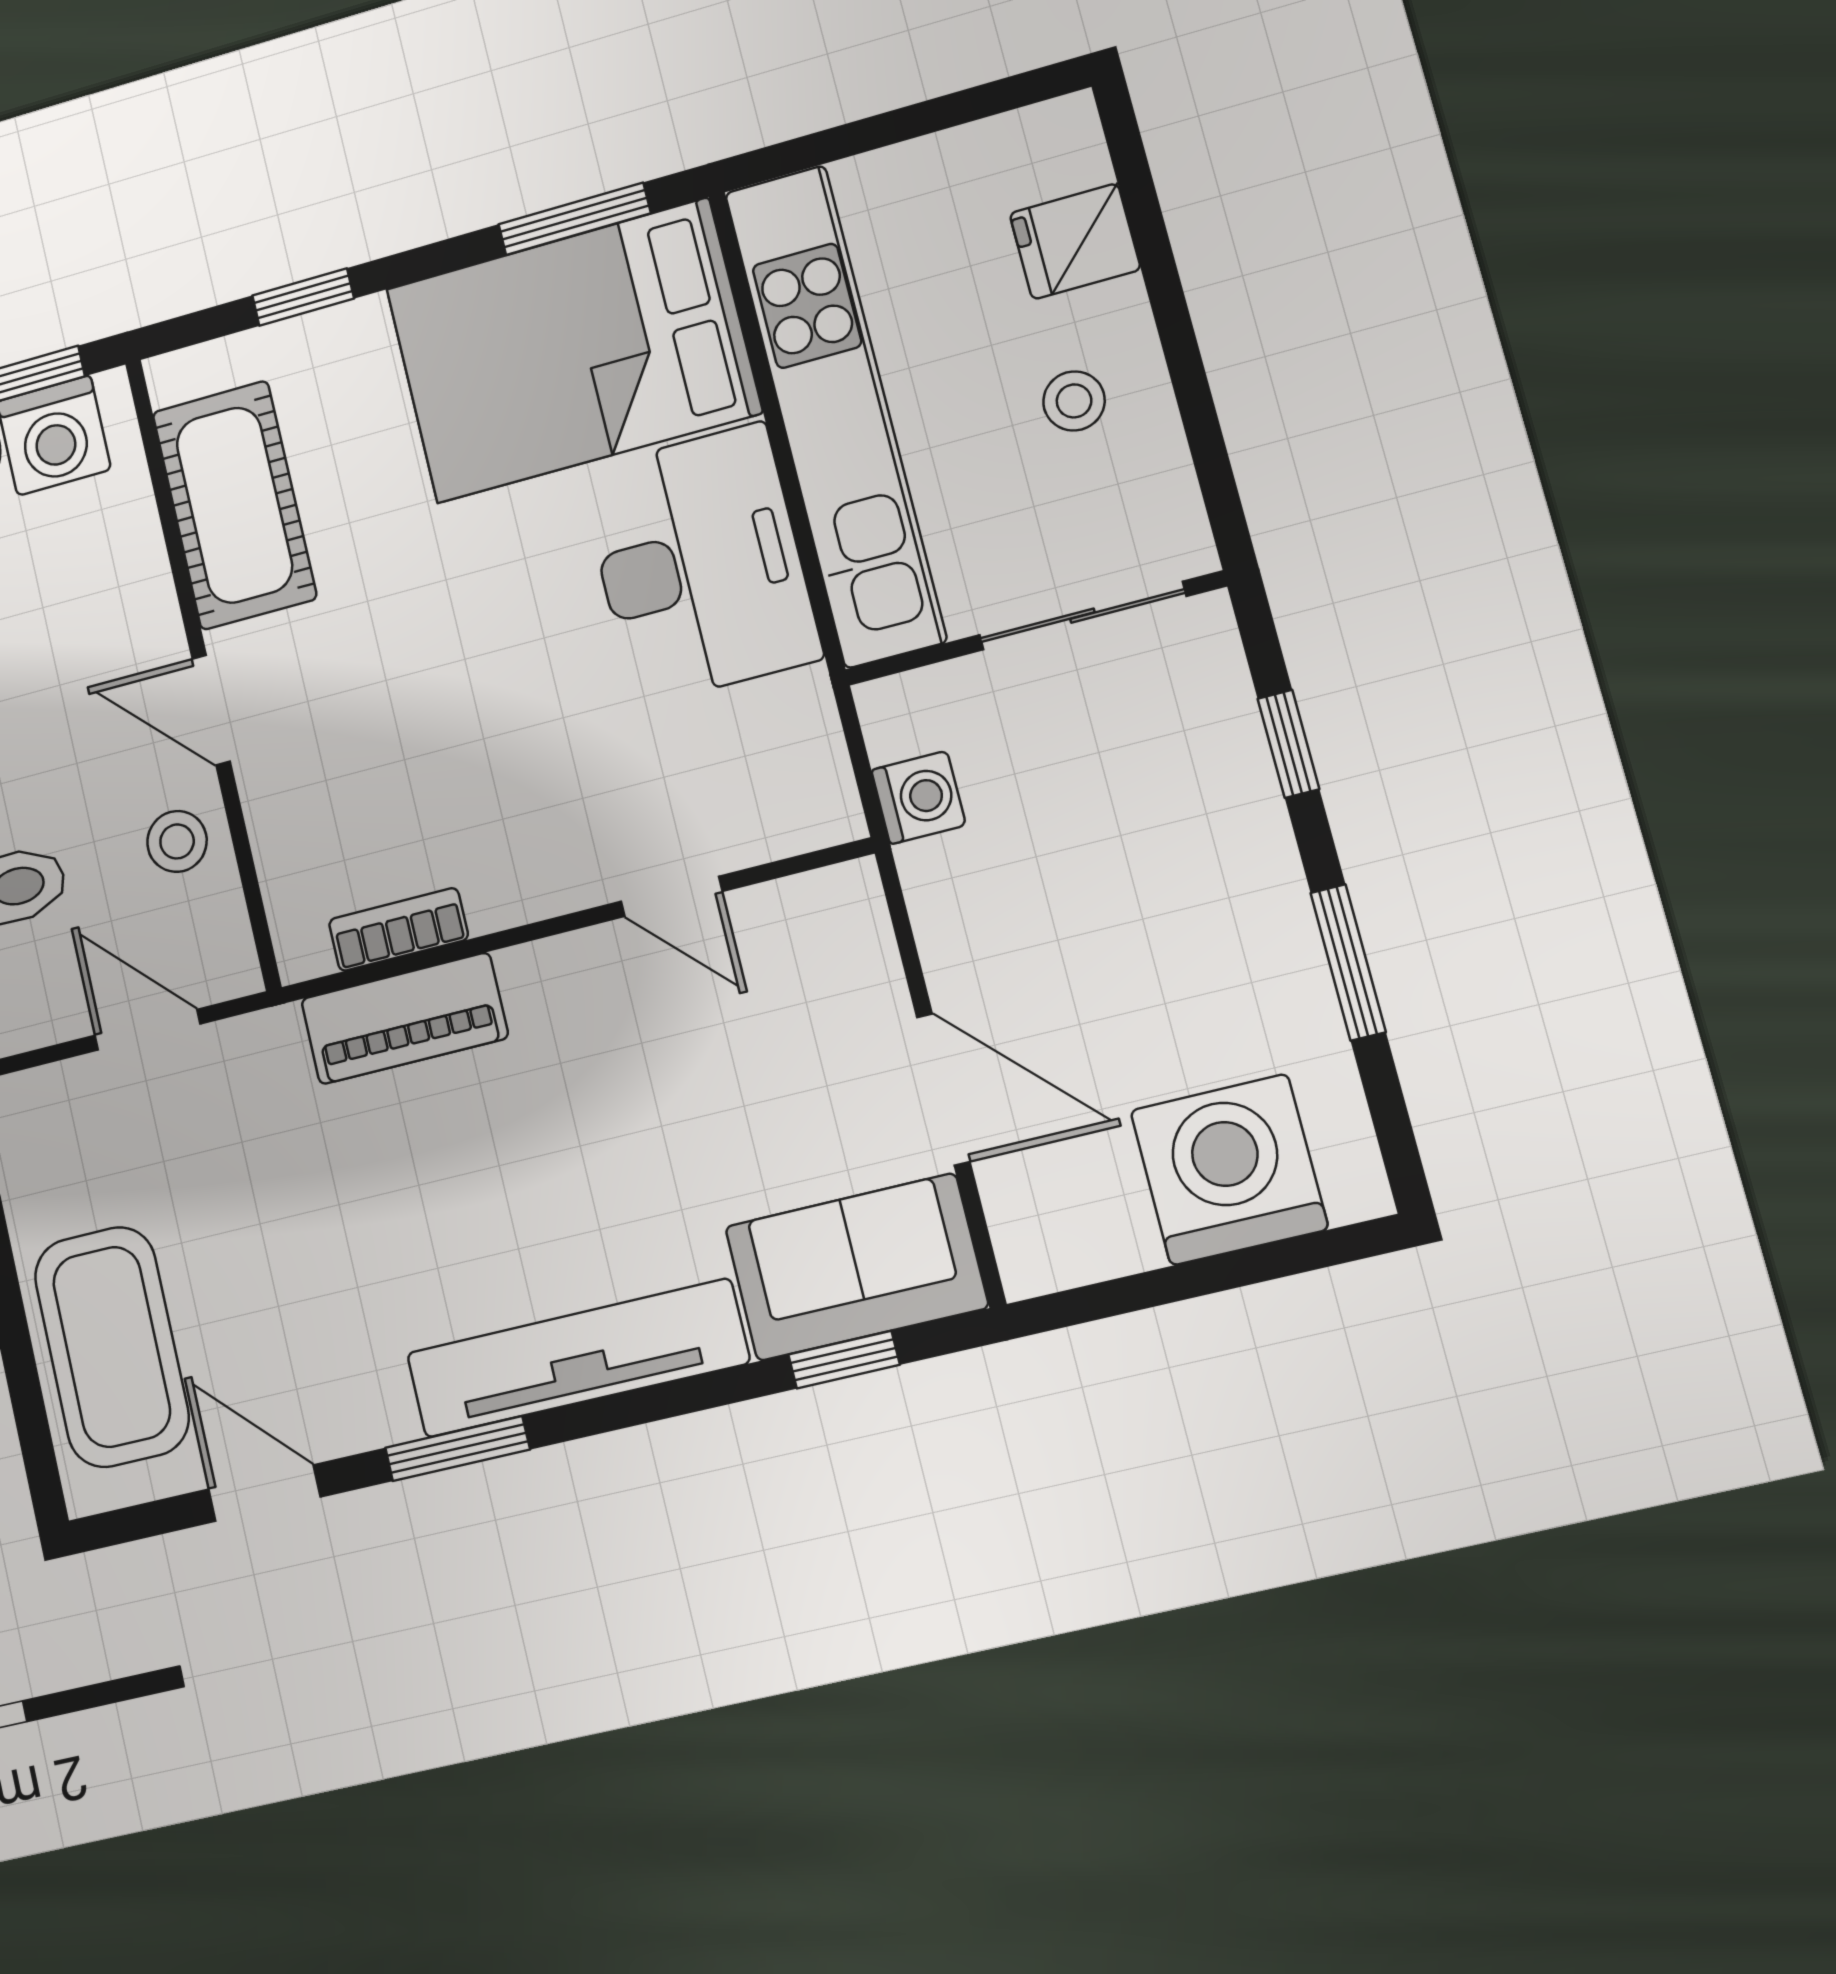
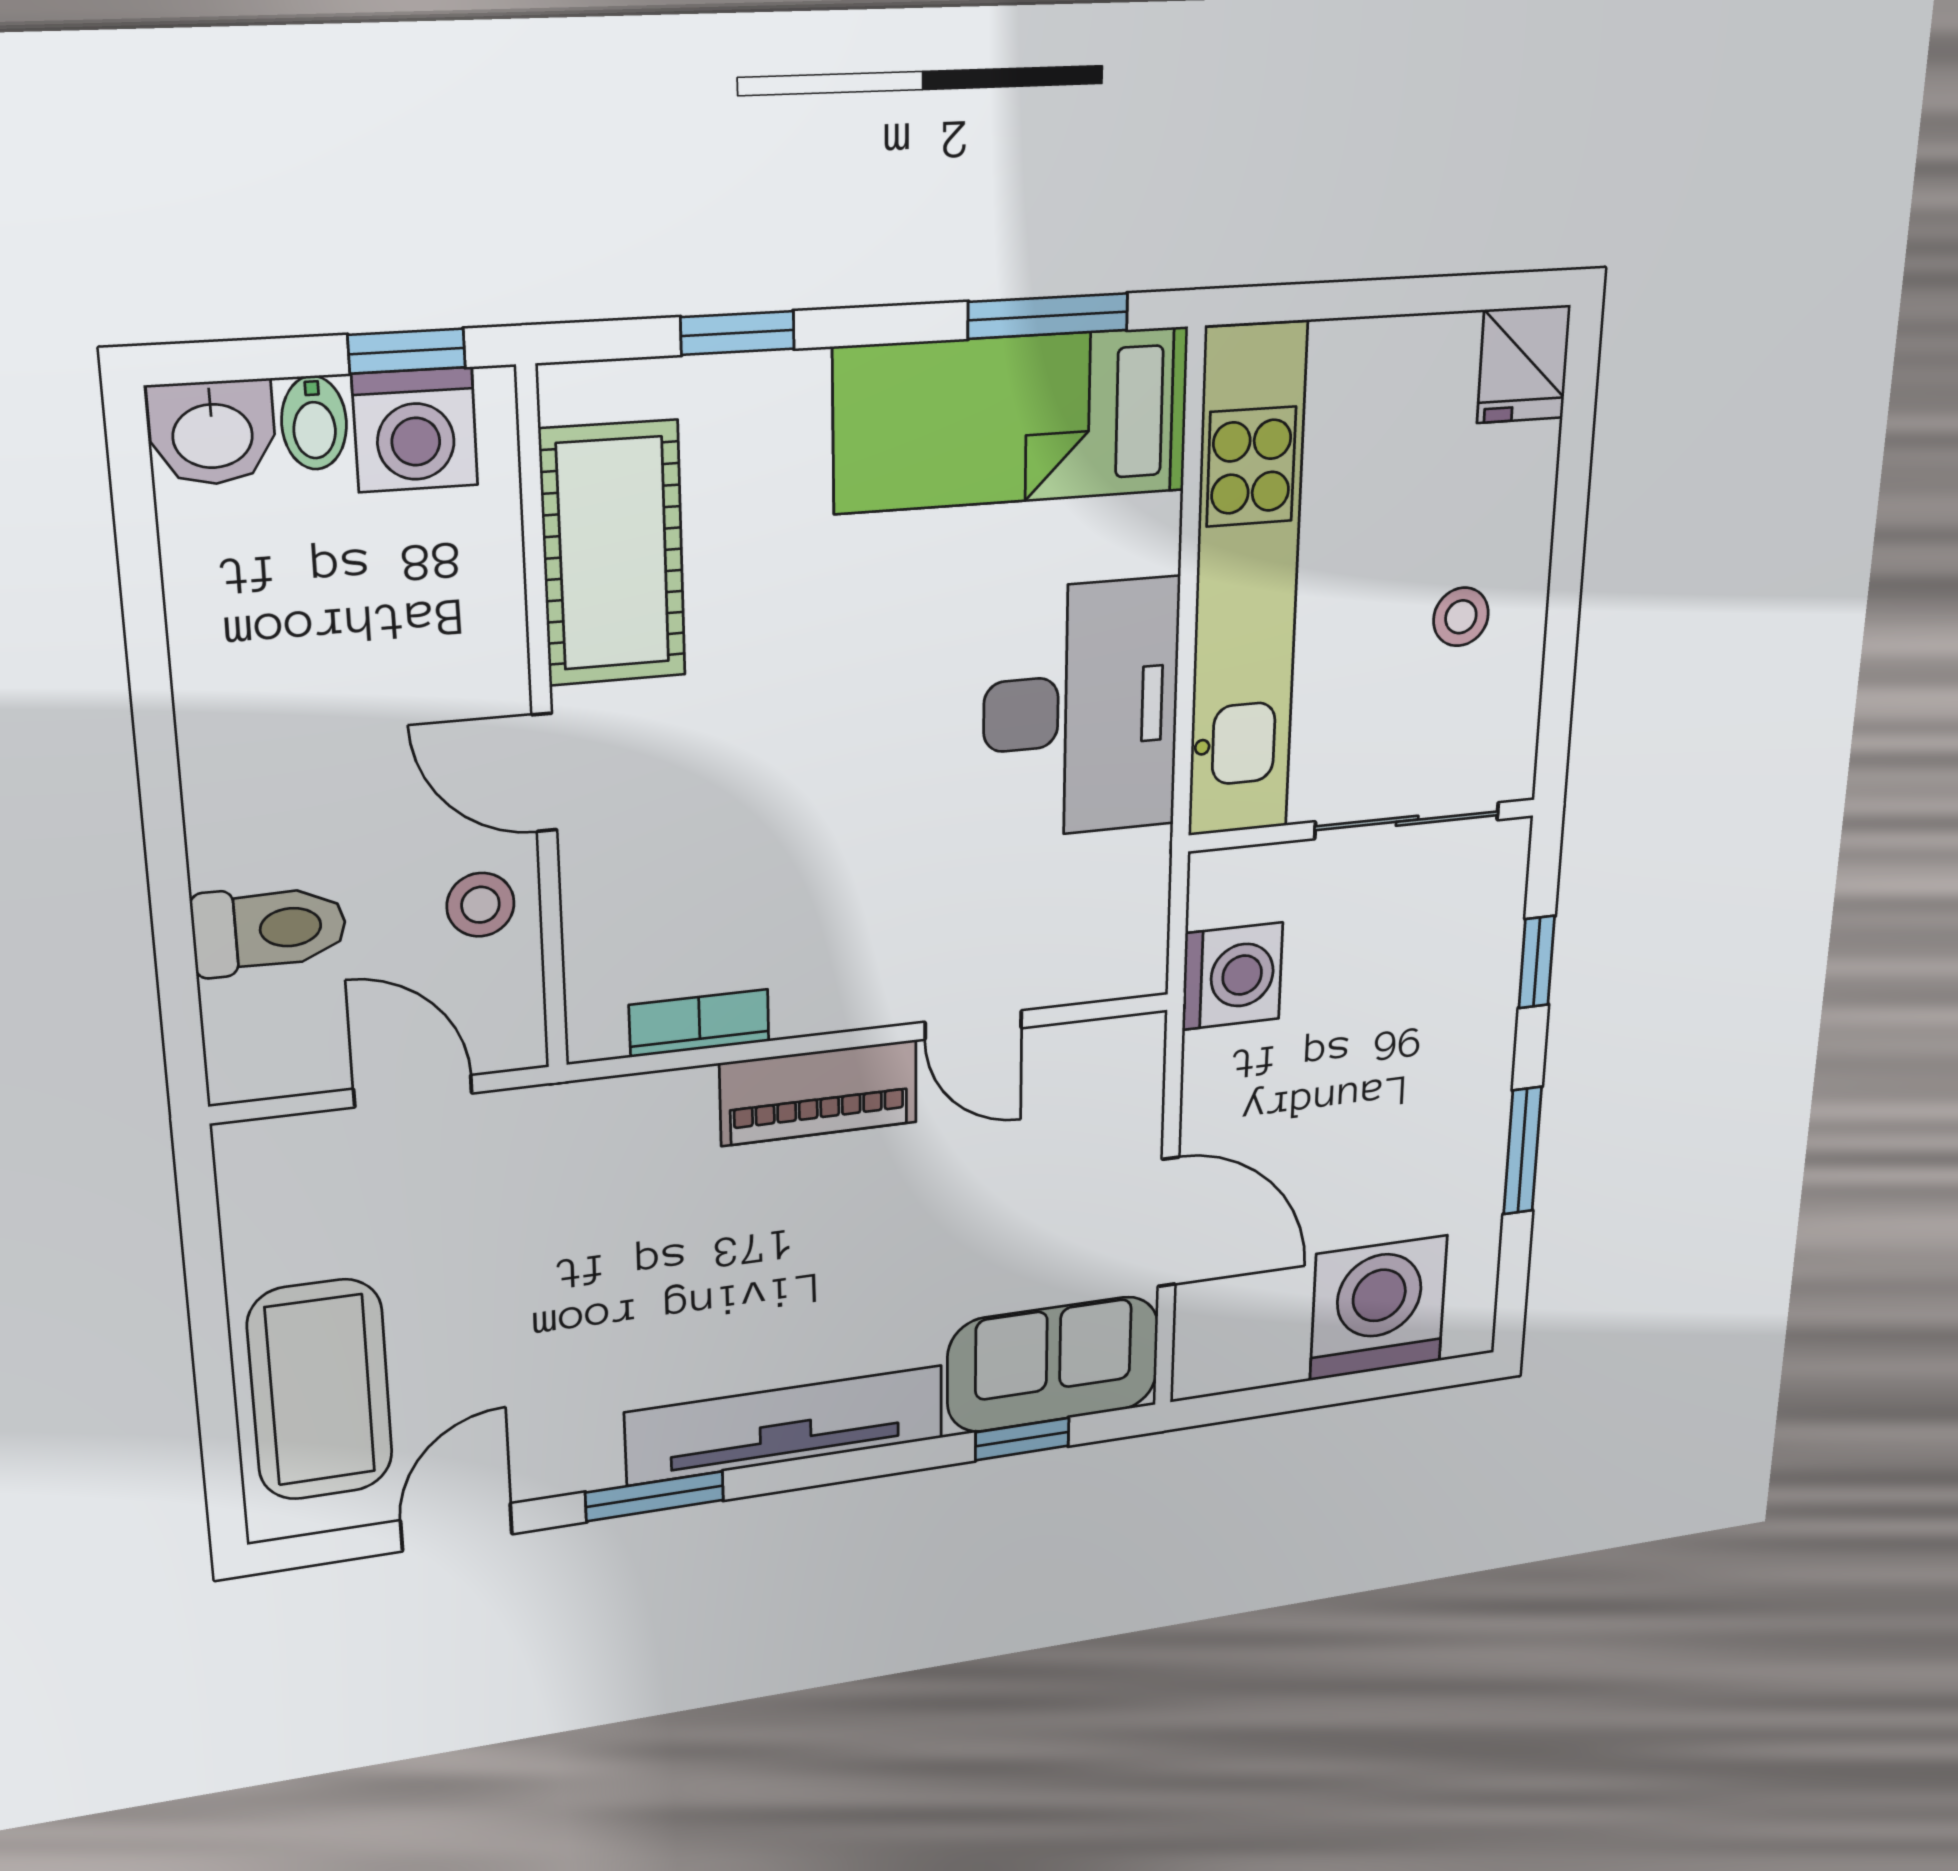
fridge: (1075, 241) -> (1524, 364), moved, turned -90
bed: (573, 351) -> (1012, 420), width x0.67
washing machine: (918, 798) -> (1232, 976), width x1.38, depth x1.38
piano: (404, 1018) -> (819, 1093), moved
door: (264, 1493) -> (457, 1527), hinge flipped

